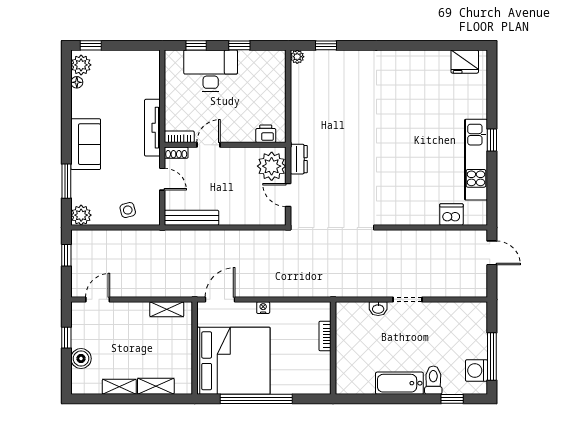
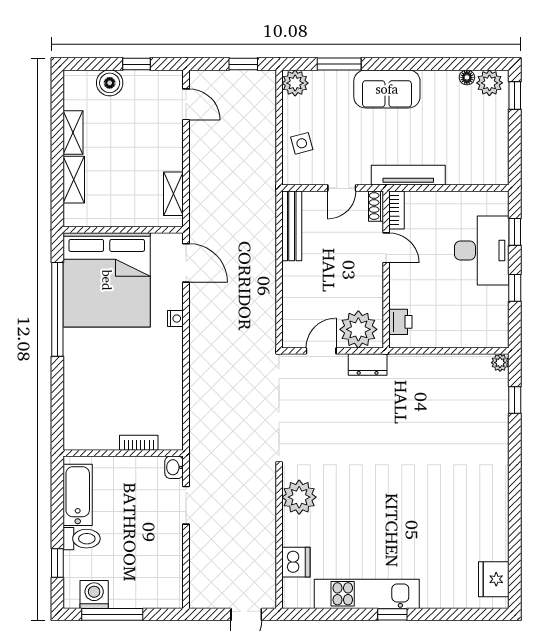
plant: (401, 212) -> (299, 497), added
bookcase: (325, 336) -> (139, 443), moved
wall: (333, 348) -> (123, 453), moved

